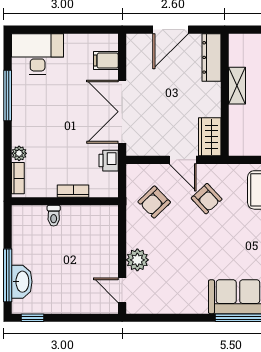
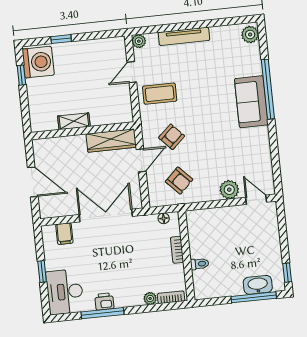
window: (64, 30) -> (42, 272), added
dresser: (211, 57) -> (52, 145), removed
double door: (122, 112) -> (106, 216), swing flipped
wardrobe: (210, 137) -> (111, 141), width x1.50
printer: (109, 161) -> (104, 301), moved, turned 180
floor lamp: (112, 179) -> (164, 218), added
door: (122, 290) -> (256, 200), swing flipped

